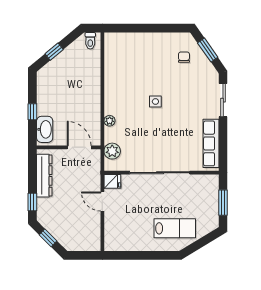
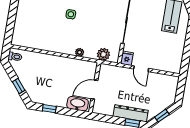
window: (32, 112) -> (49, 109), moved
door: (79, 147) -> (94, 90), moved
dresser: (44, 176) -> (131, 113), moved
door: (102, 201) -> (141, 69), hinge flipped

